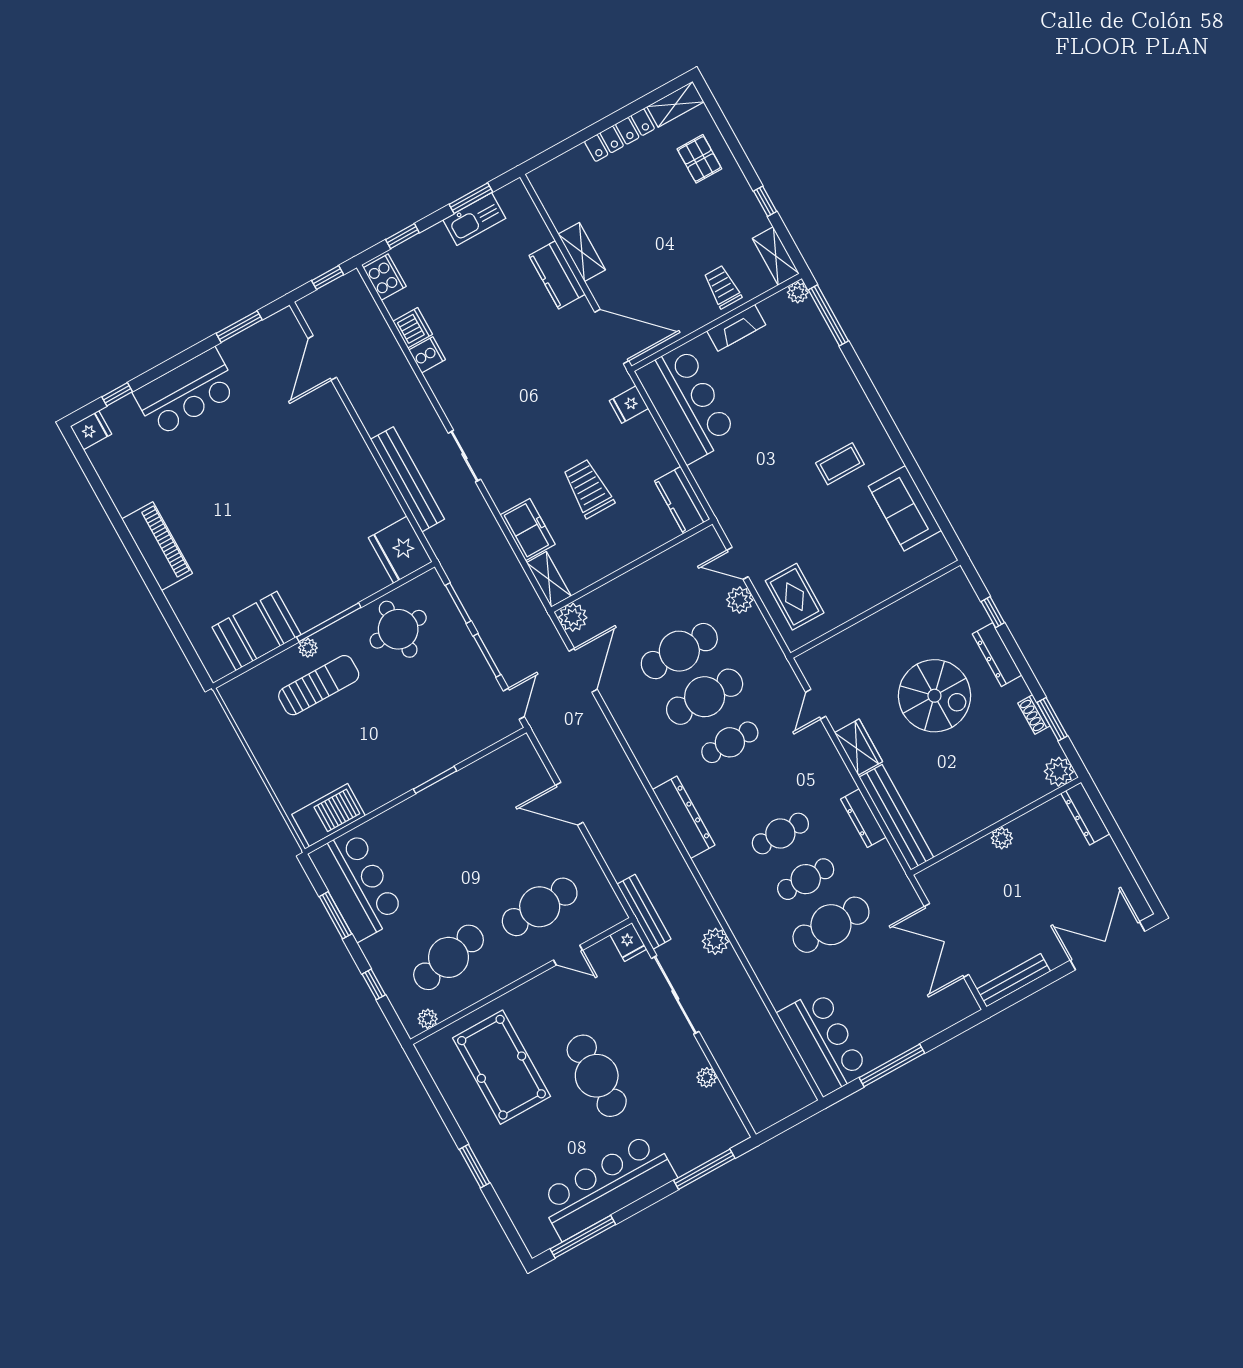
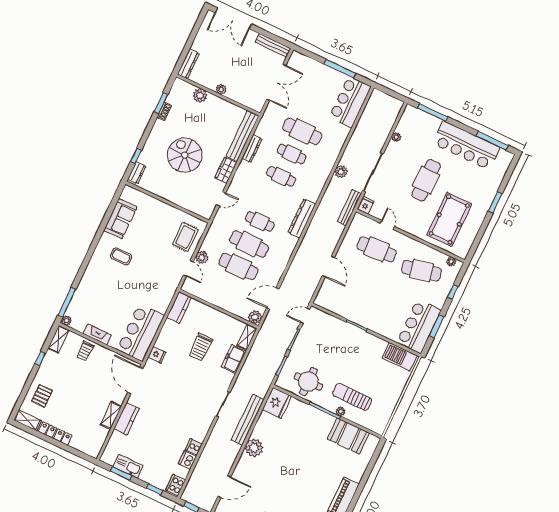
plant: (352, 456) -> (254, 448), added
dresser: (997, 655) -> (137, 173), moved, width x0.70
plant: (1059, 772) -> (200, 95), moved

